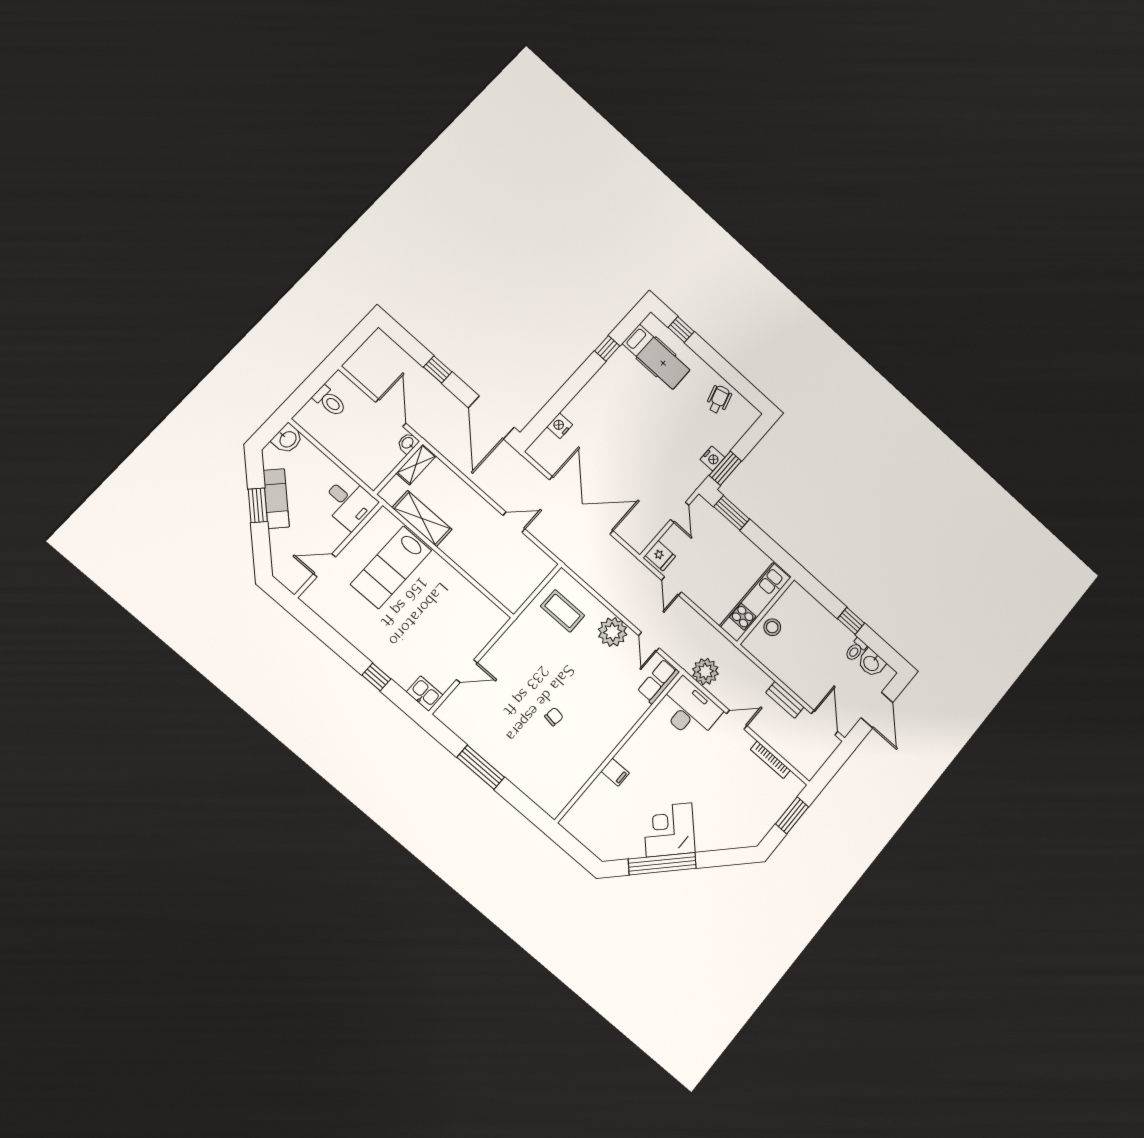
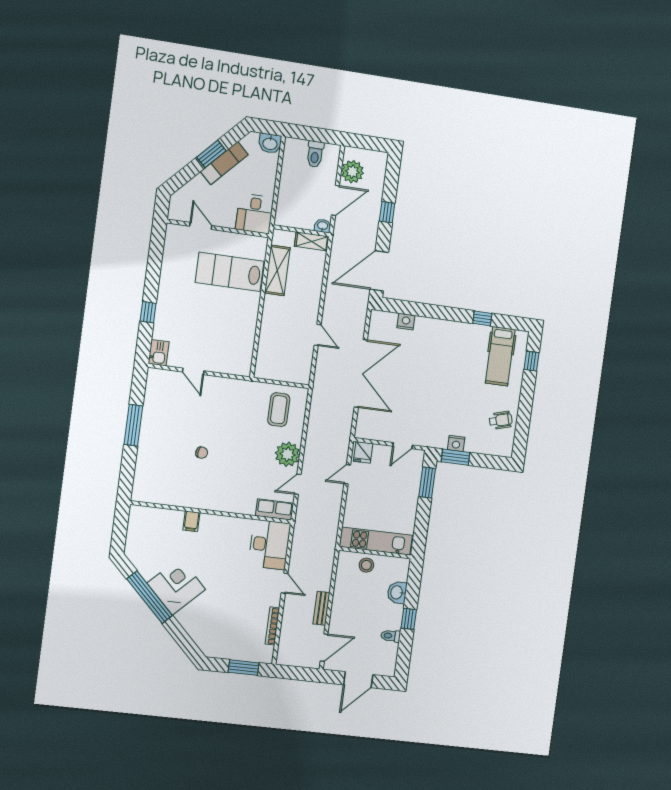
washbasin: (871, 663) -> (397, 592), moved
plant: (705, 671) -> (352, 172), moved

